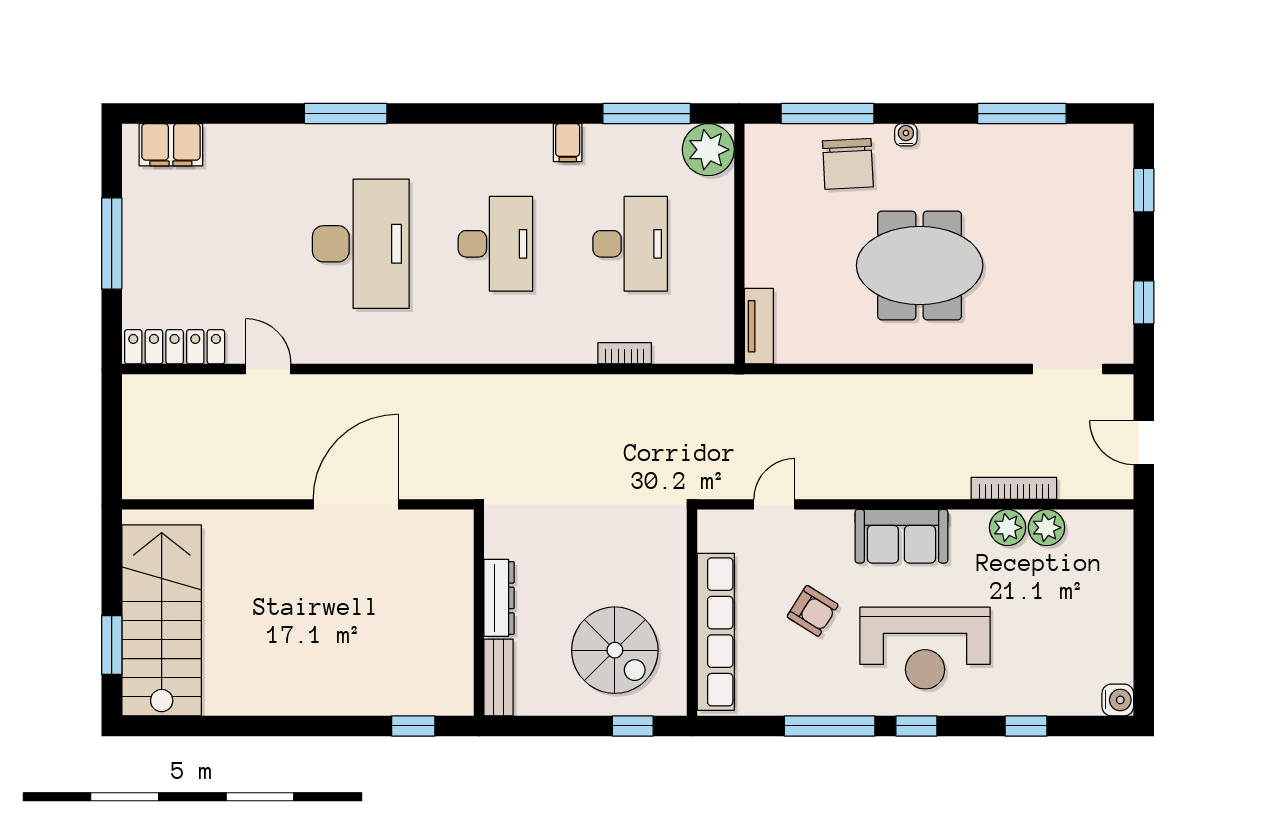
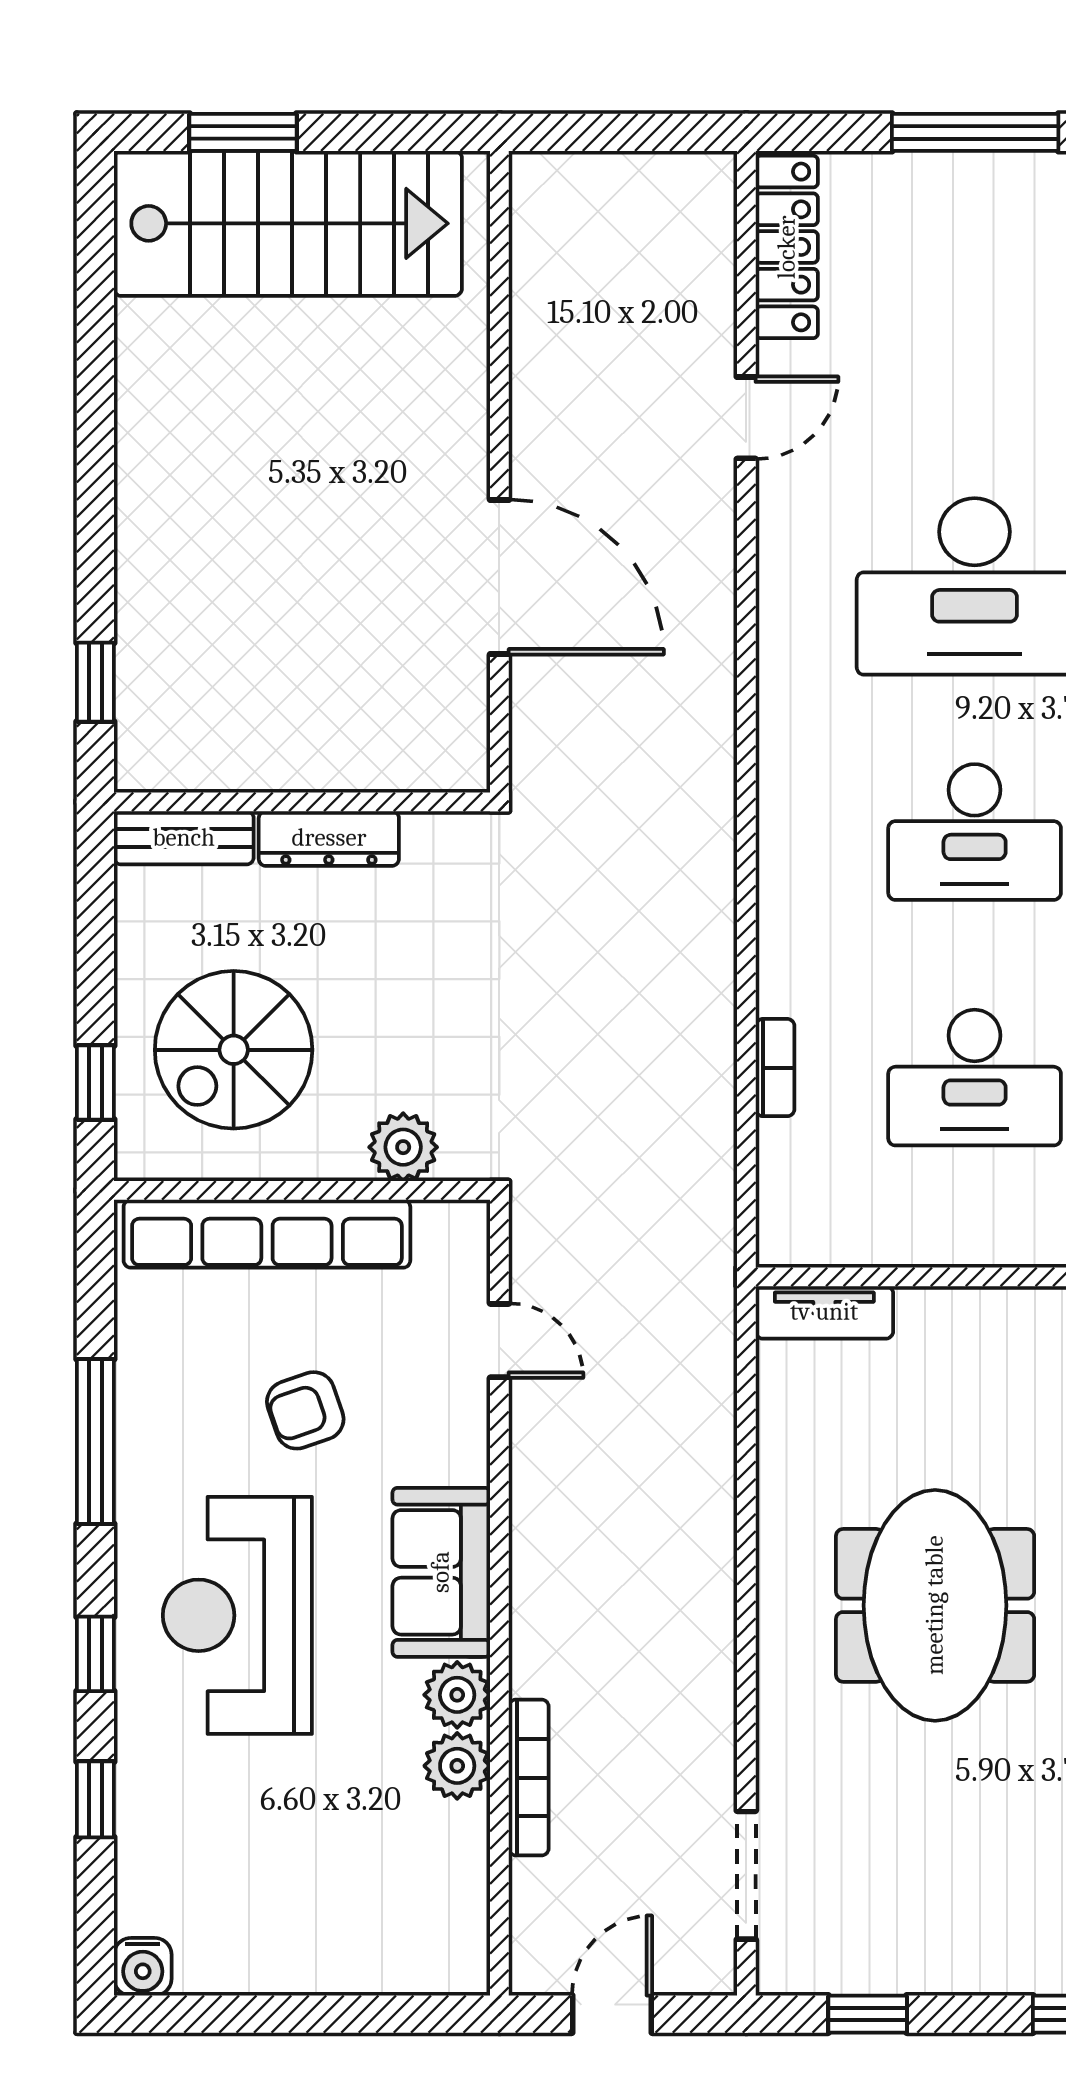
plant: (1047, 528) -> (457, 1695), moved
plant: (668, 557) -> (403, 1147), added
armchair: (813, 611) -> (305, 1410), turned 39
window: (916, 726) -> (95, 1654), moved

